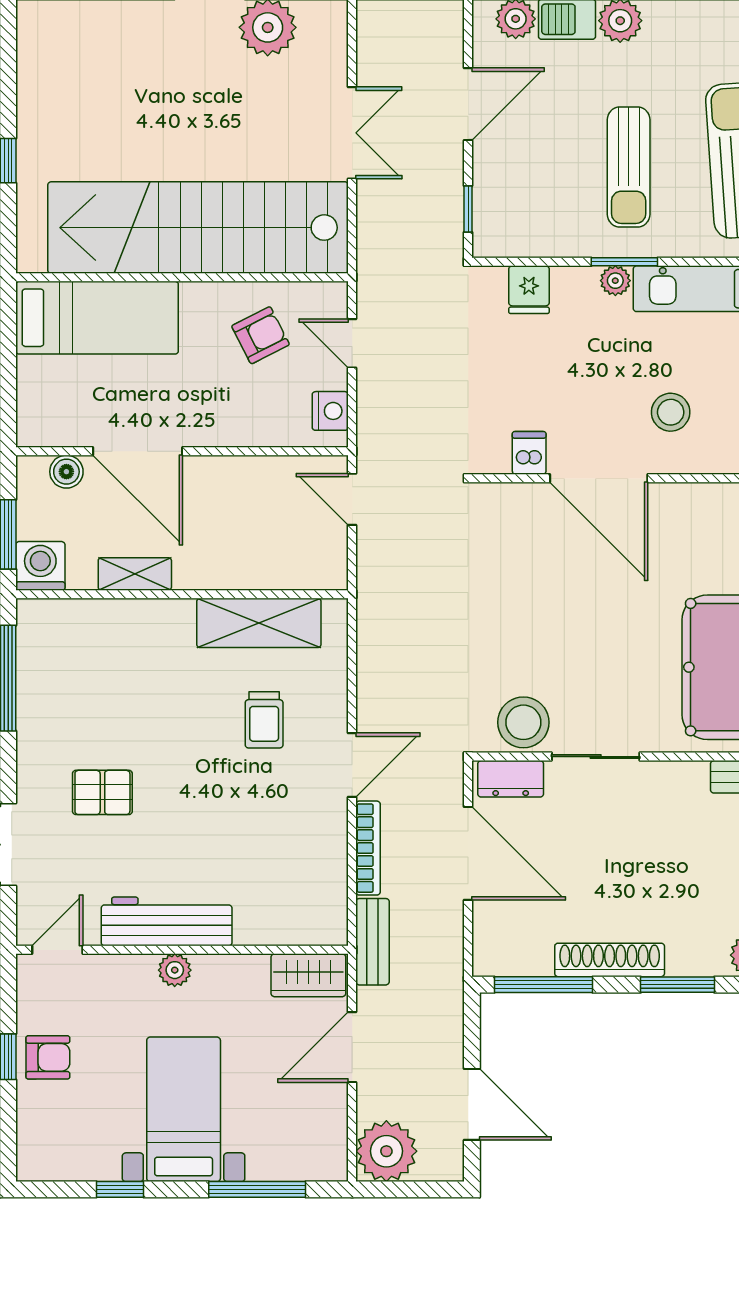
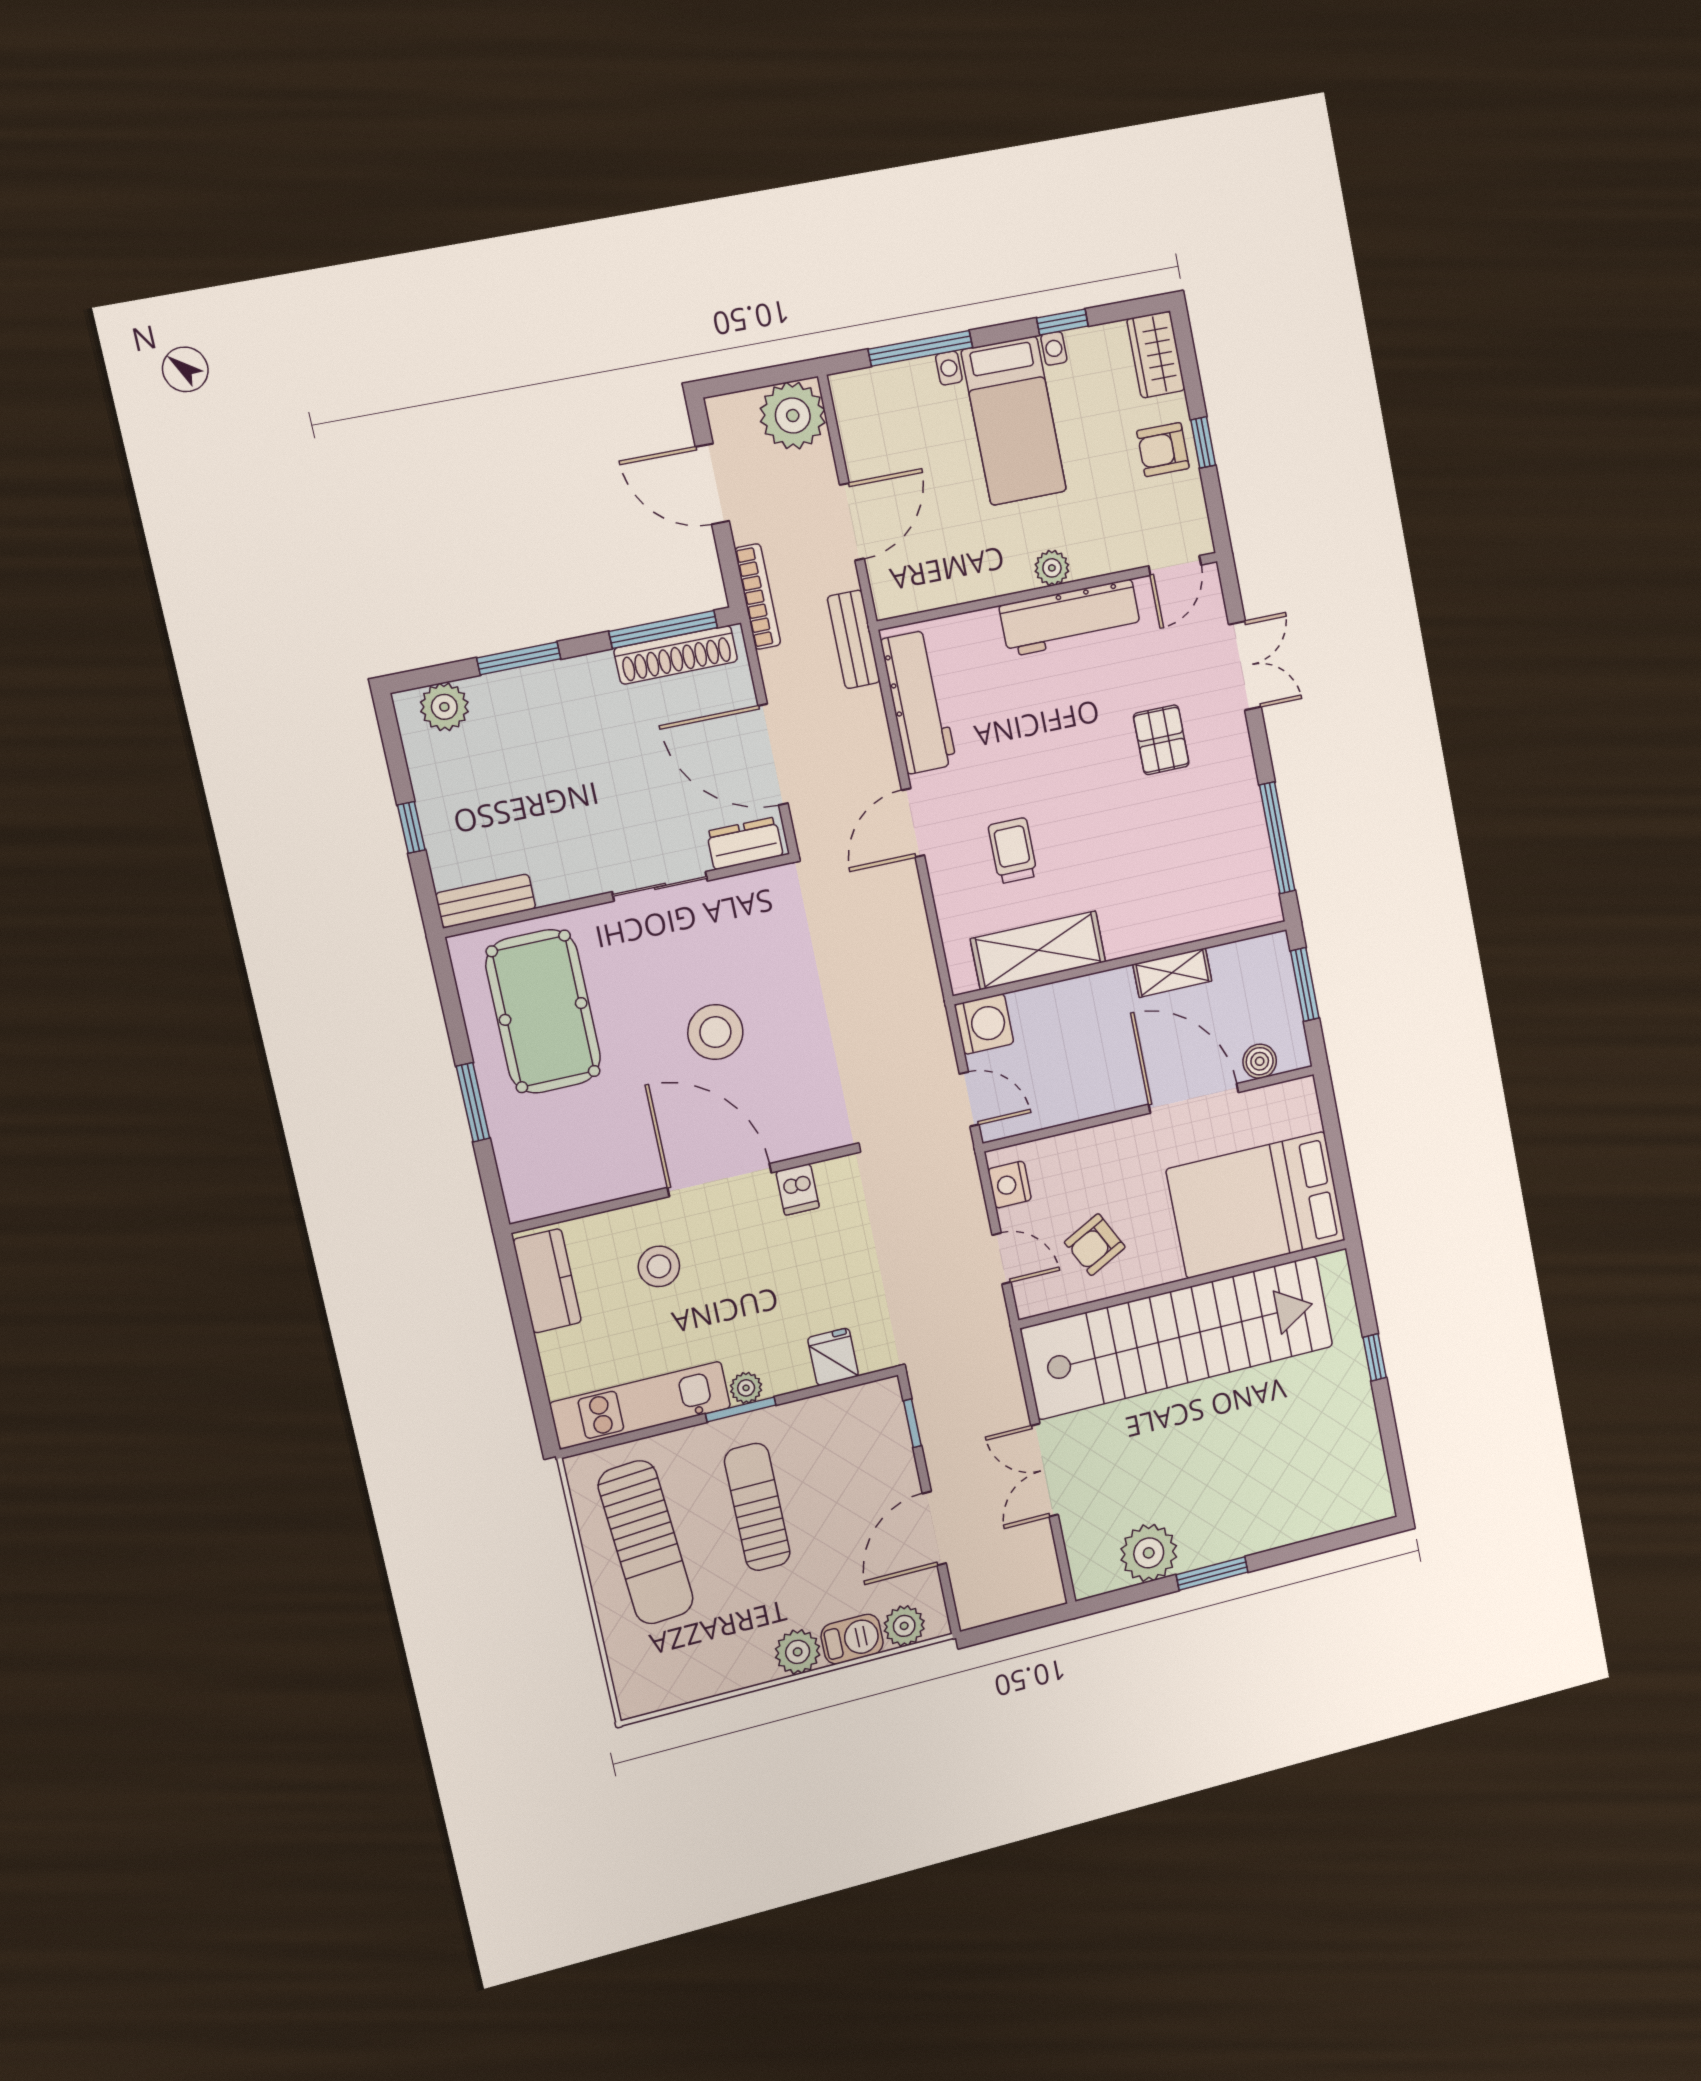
bed: (97, 318) -> (1256, 1205), width x1.50
washing machine: (40, 566) -> (984, 1024), moved, turned -90
stool: (523, 722) -> (715, 1032), moved
pallet: (102, 792) -> (1161, 740), turned 90
bookcase: (368, 848) -> (758, 597), moved, turned 180
workbench: (324, 873) -> (919, 702), added
shoe rack: (610, 960) -> (676, 655), moved
wardrobe: (308, 975) -> (1156, 355), moved, turned -90

